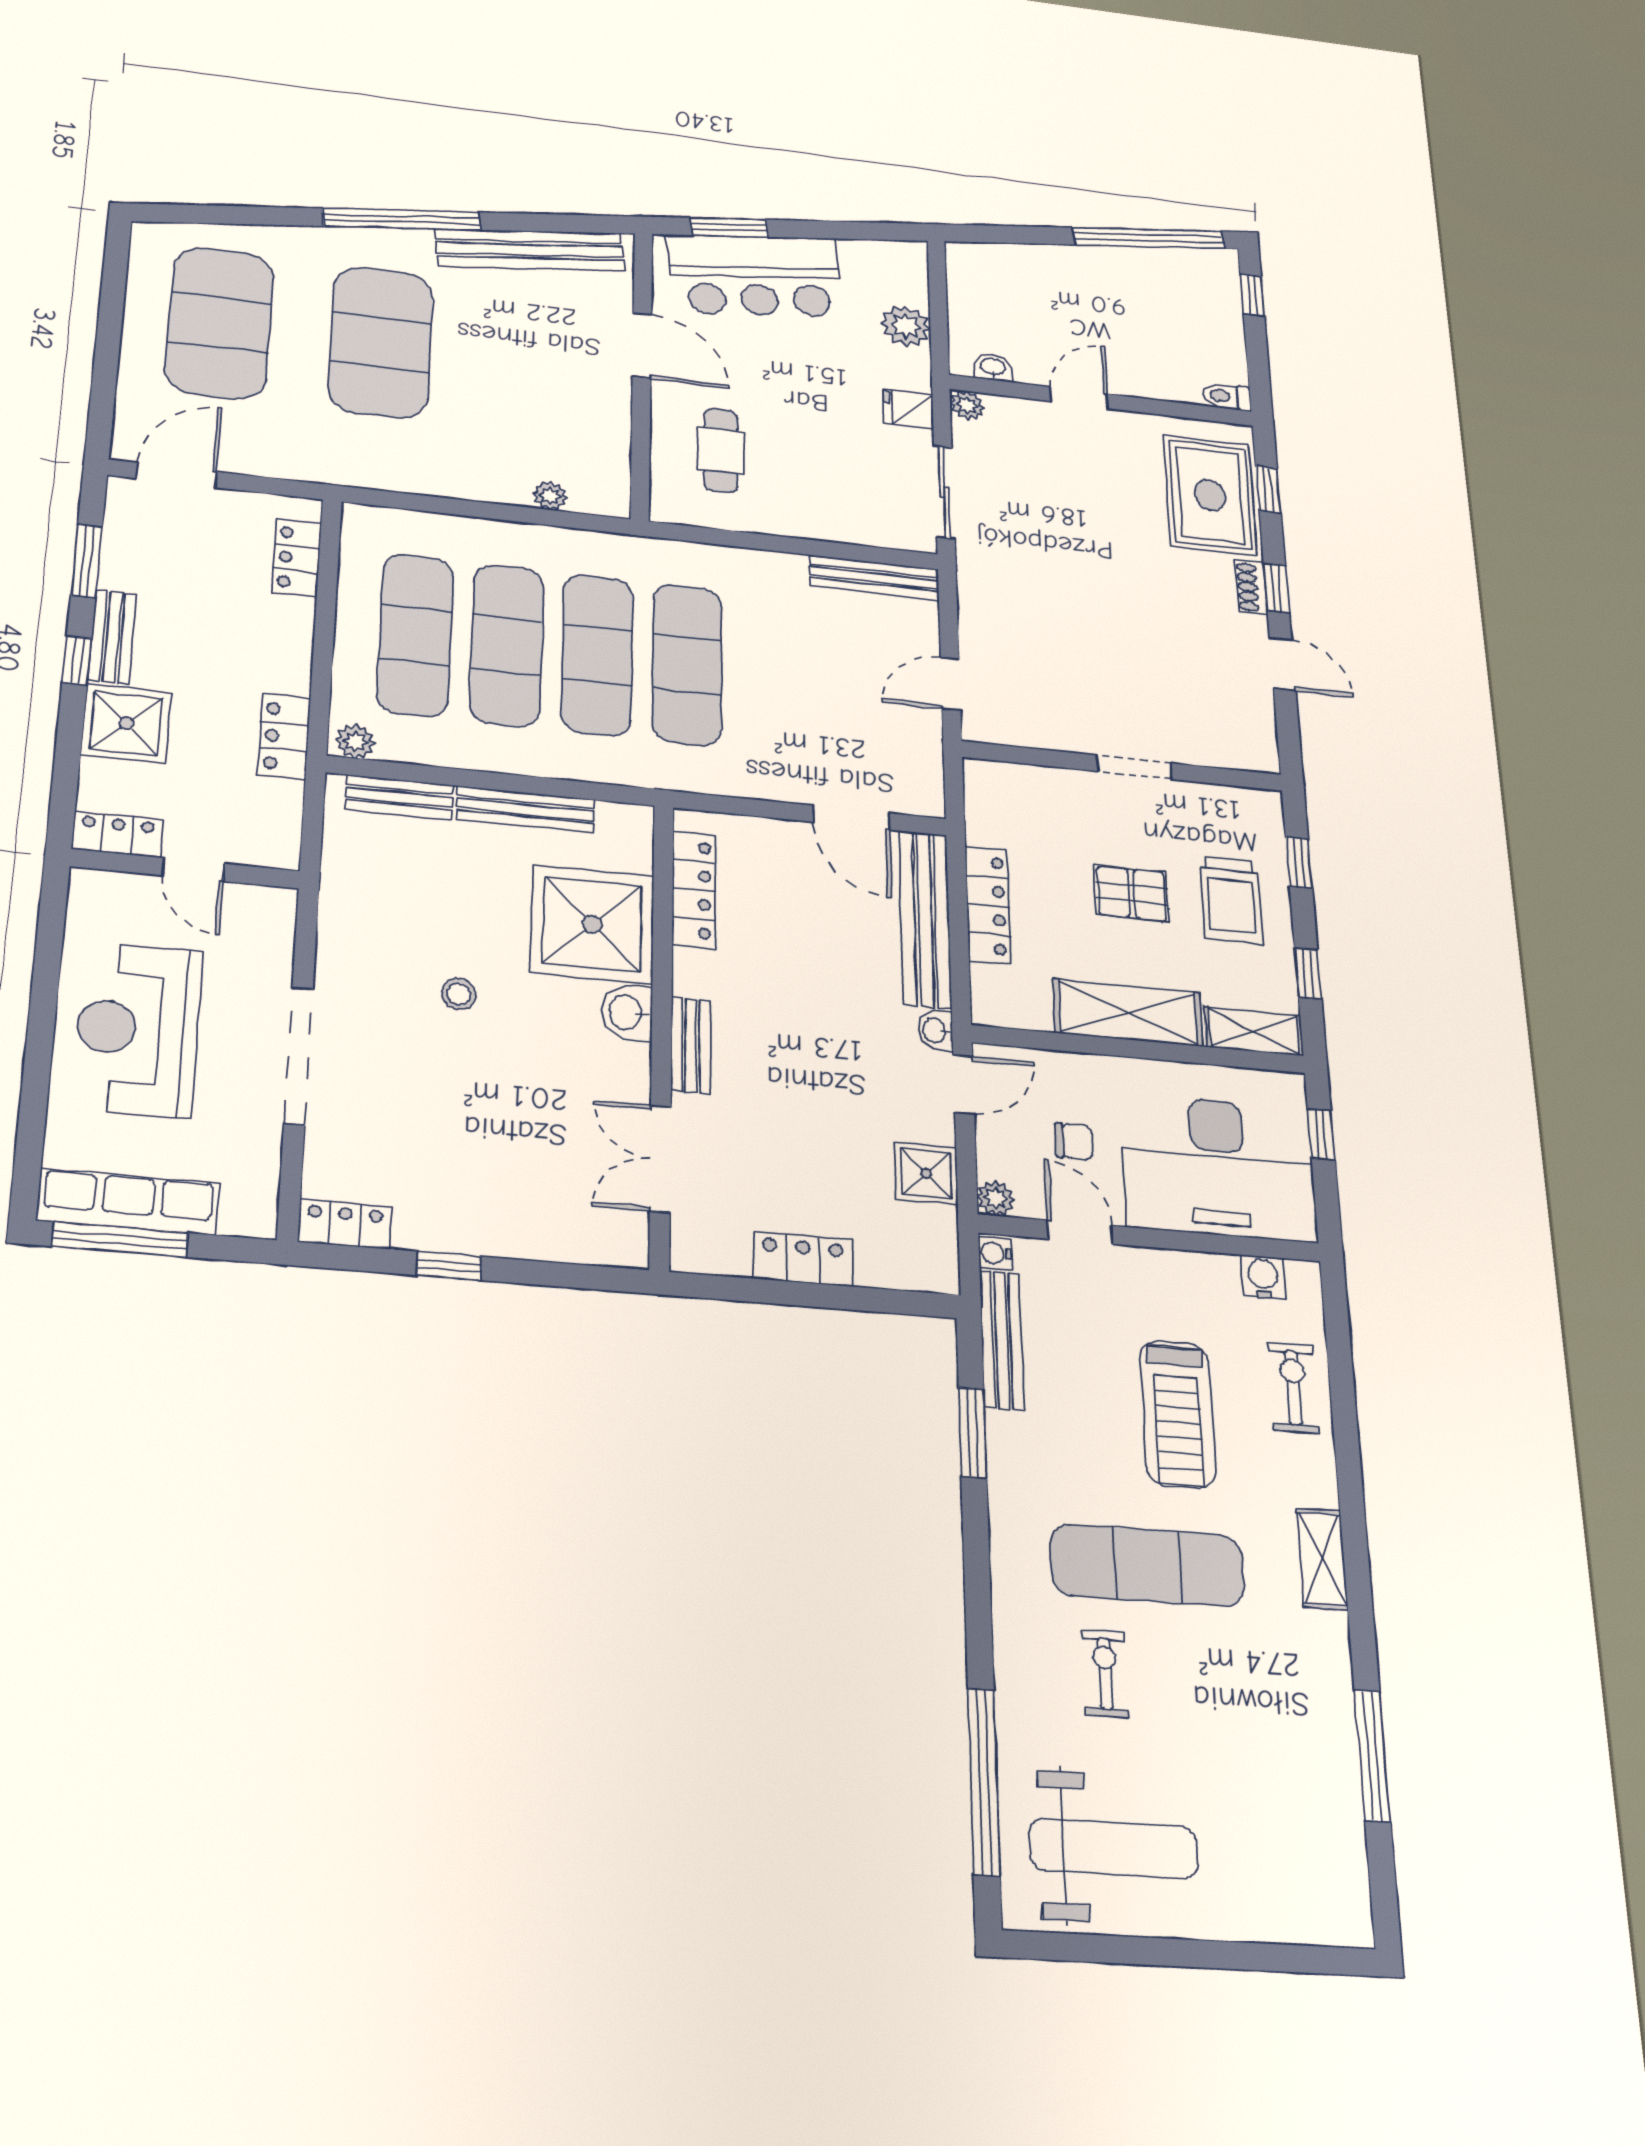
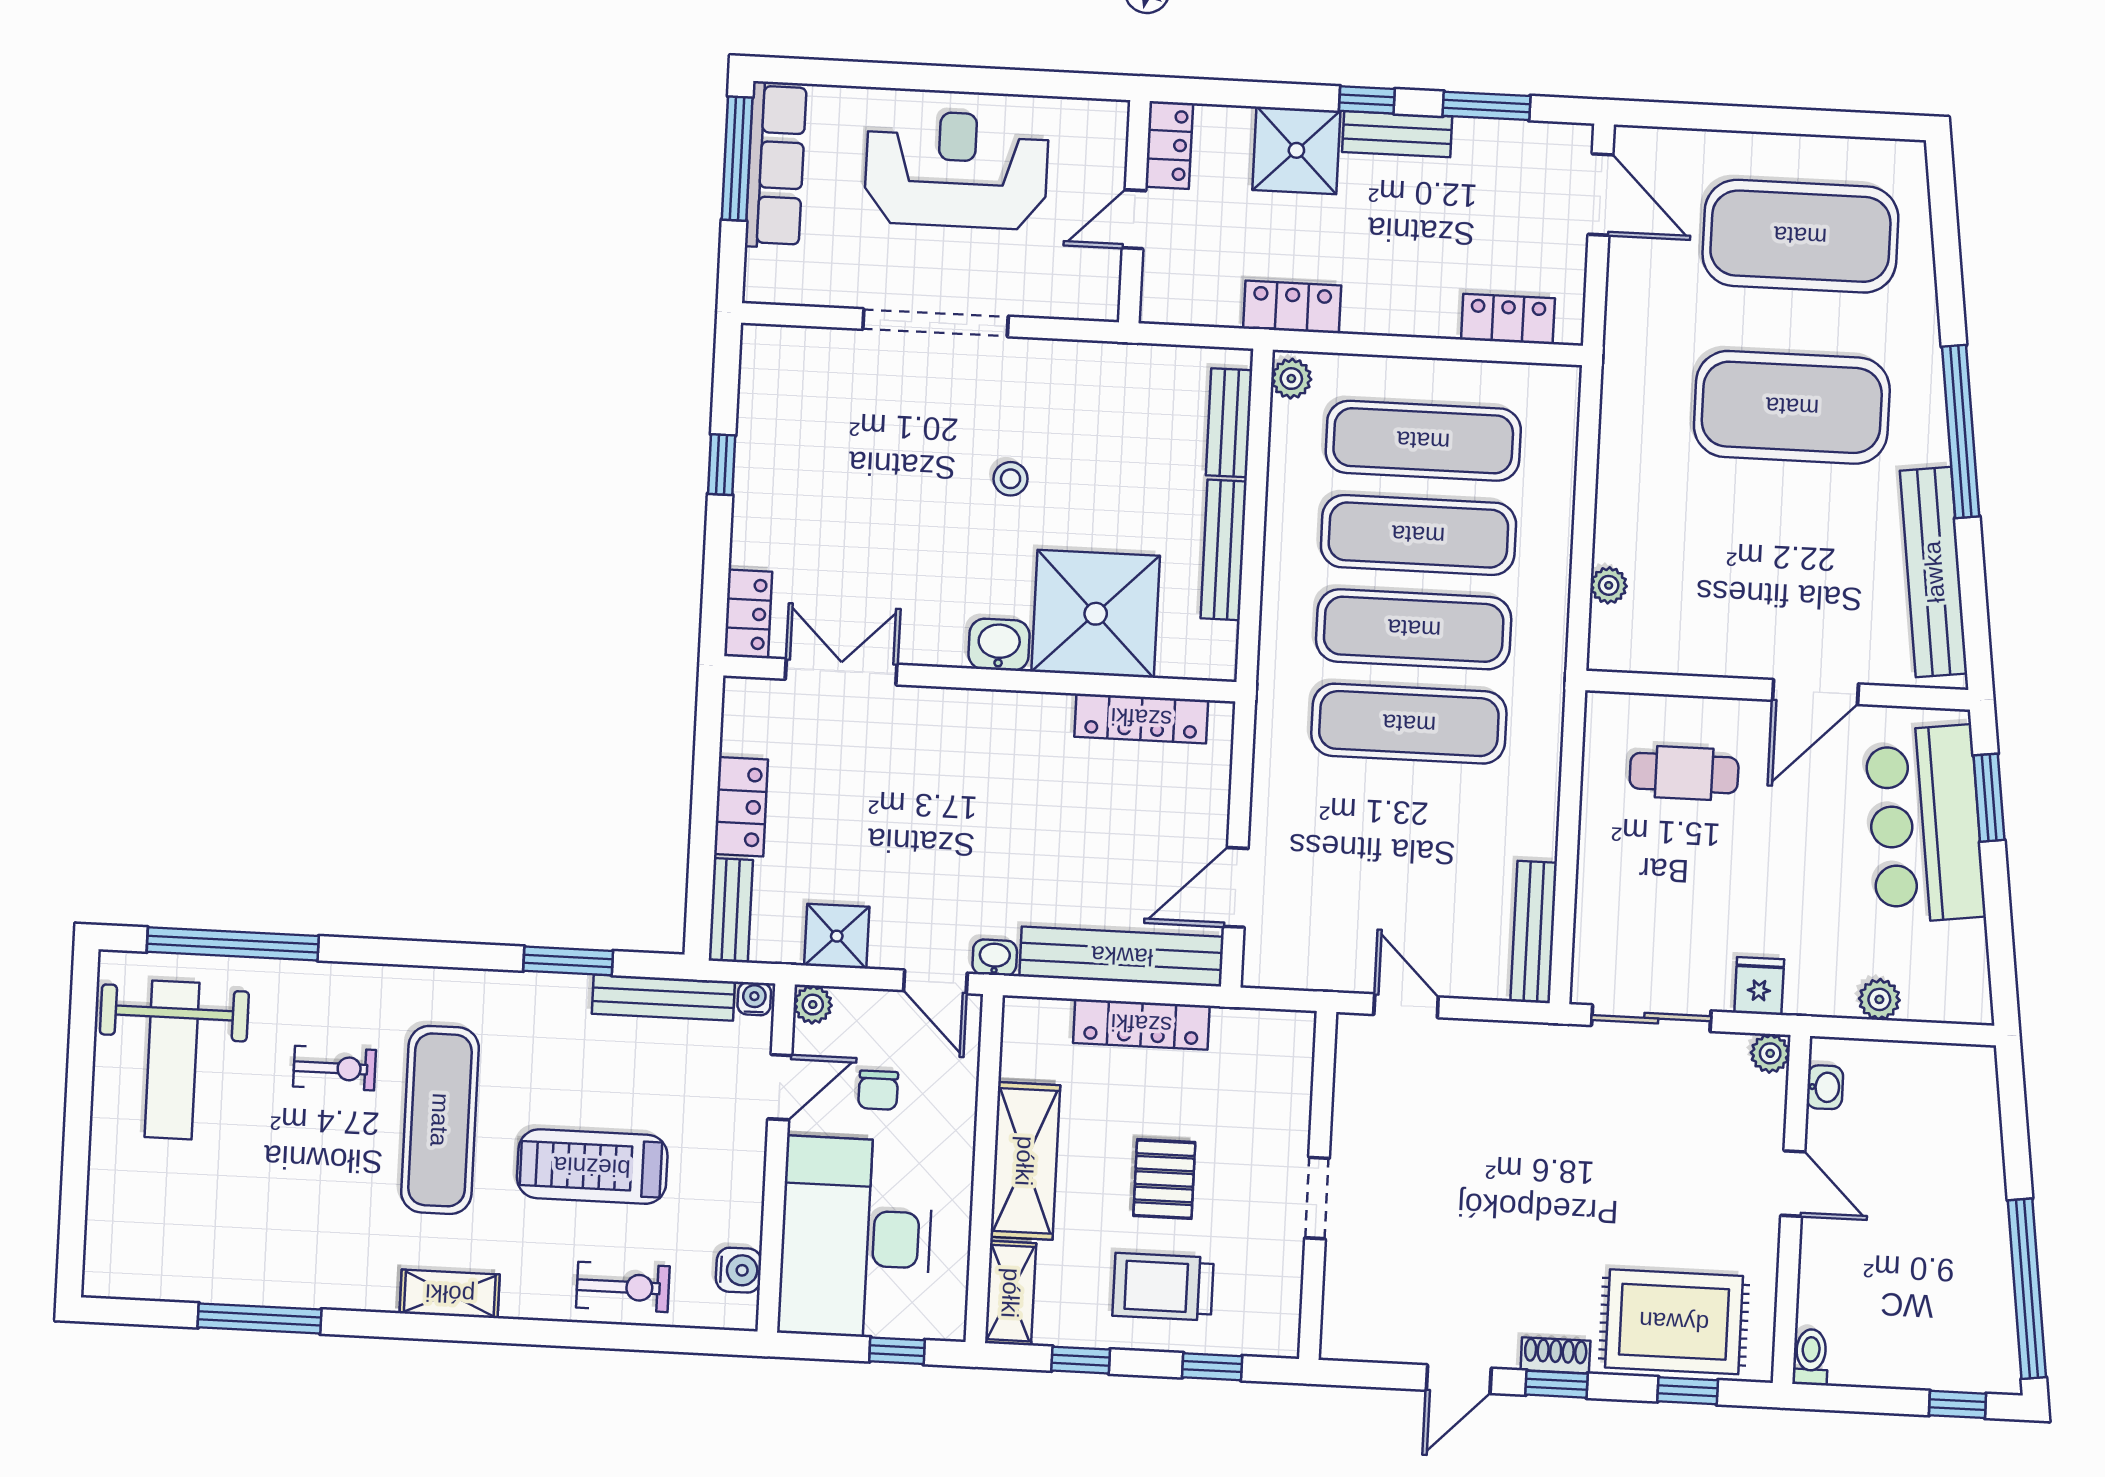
plant: (906, 326) -> (1879, 999), width x0.73, depth x0.73
bench: (691, 1046) -> (731, 910), moved, turned 90
locker: (345, 1224) -> (748, 614), moved

